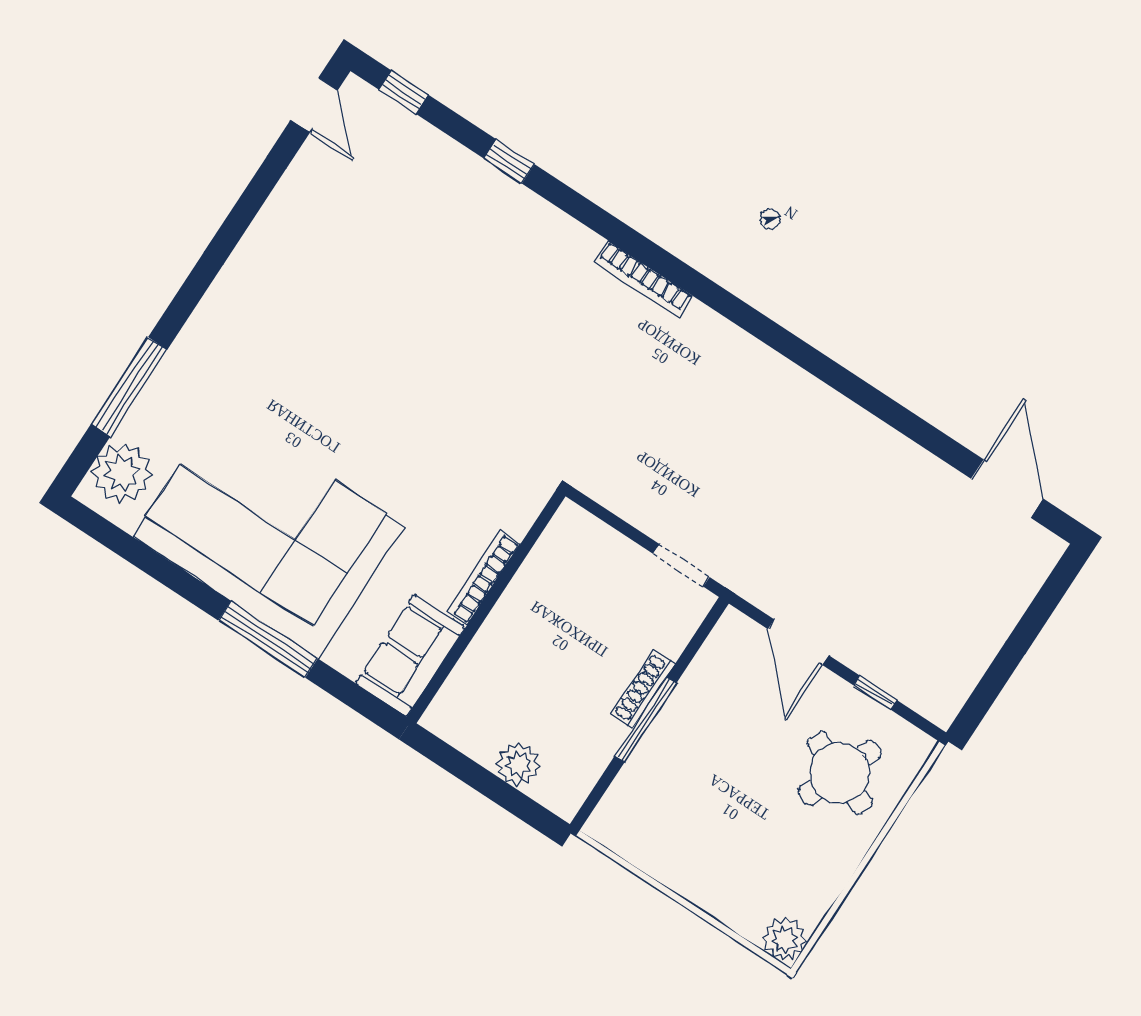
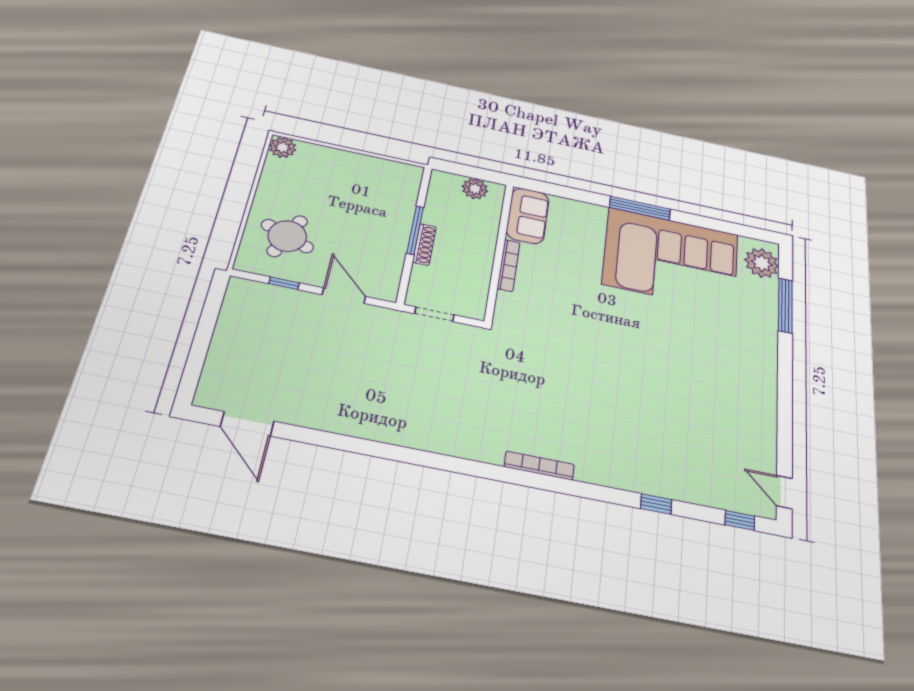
bookcase: (484, 577) -> (509, 265), moved
wall: (486, 607) -> (499, 251), moved
sofa: (410, 655) -> (528, 216), moved

